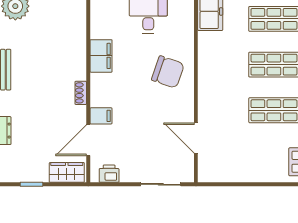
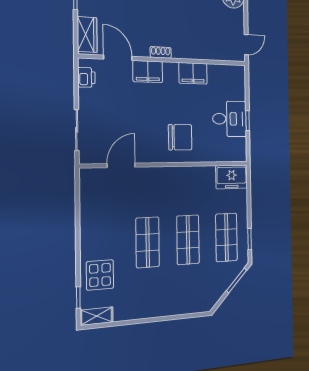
chair: (168, 72) -> (180, 137), turned -109
filing cabinet: (101, 116) -> (148, 72), width x2.00

